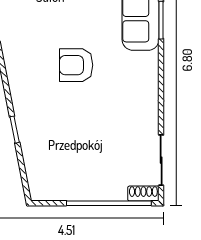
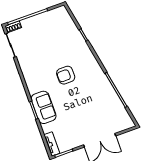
armchair: (76, 65) -> (66, 75), turned 180

